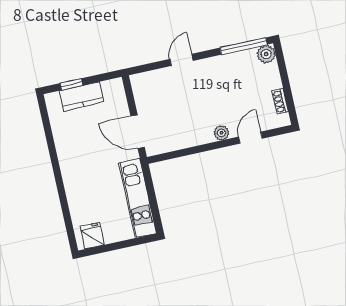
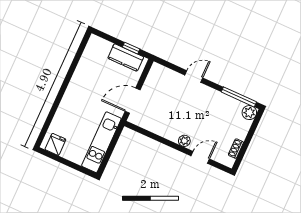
window: (71, 84) -> (131, 48), moved
kitchen counter: (82, 96) -> (126, 58), moved
door: (138, 132) -> (133, 101), hinge flipped

